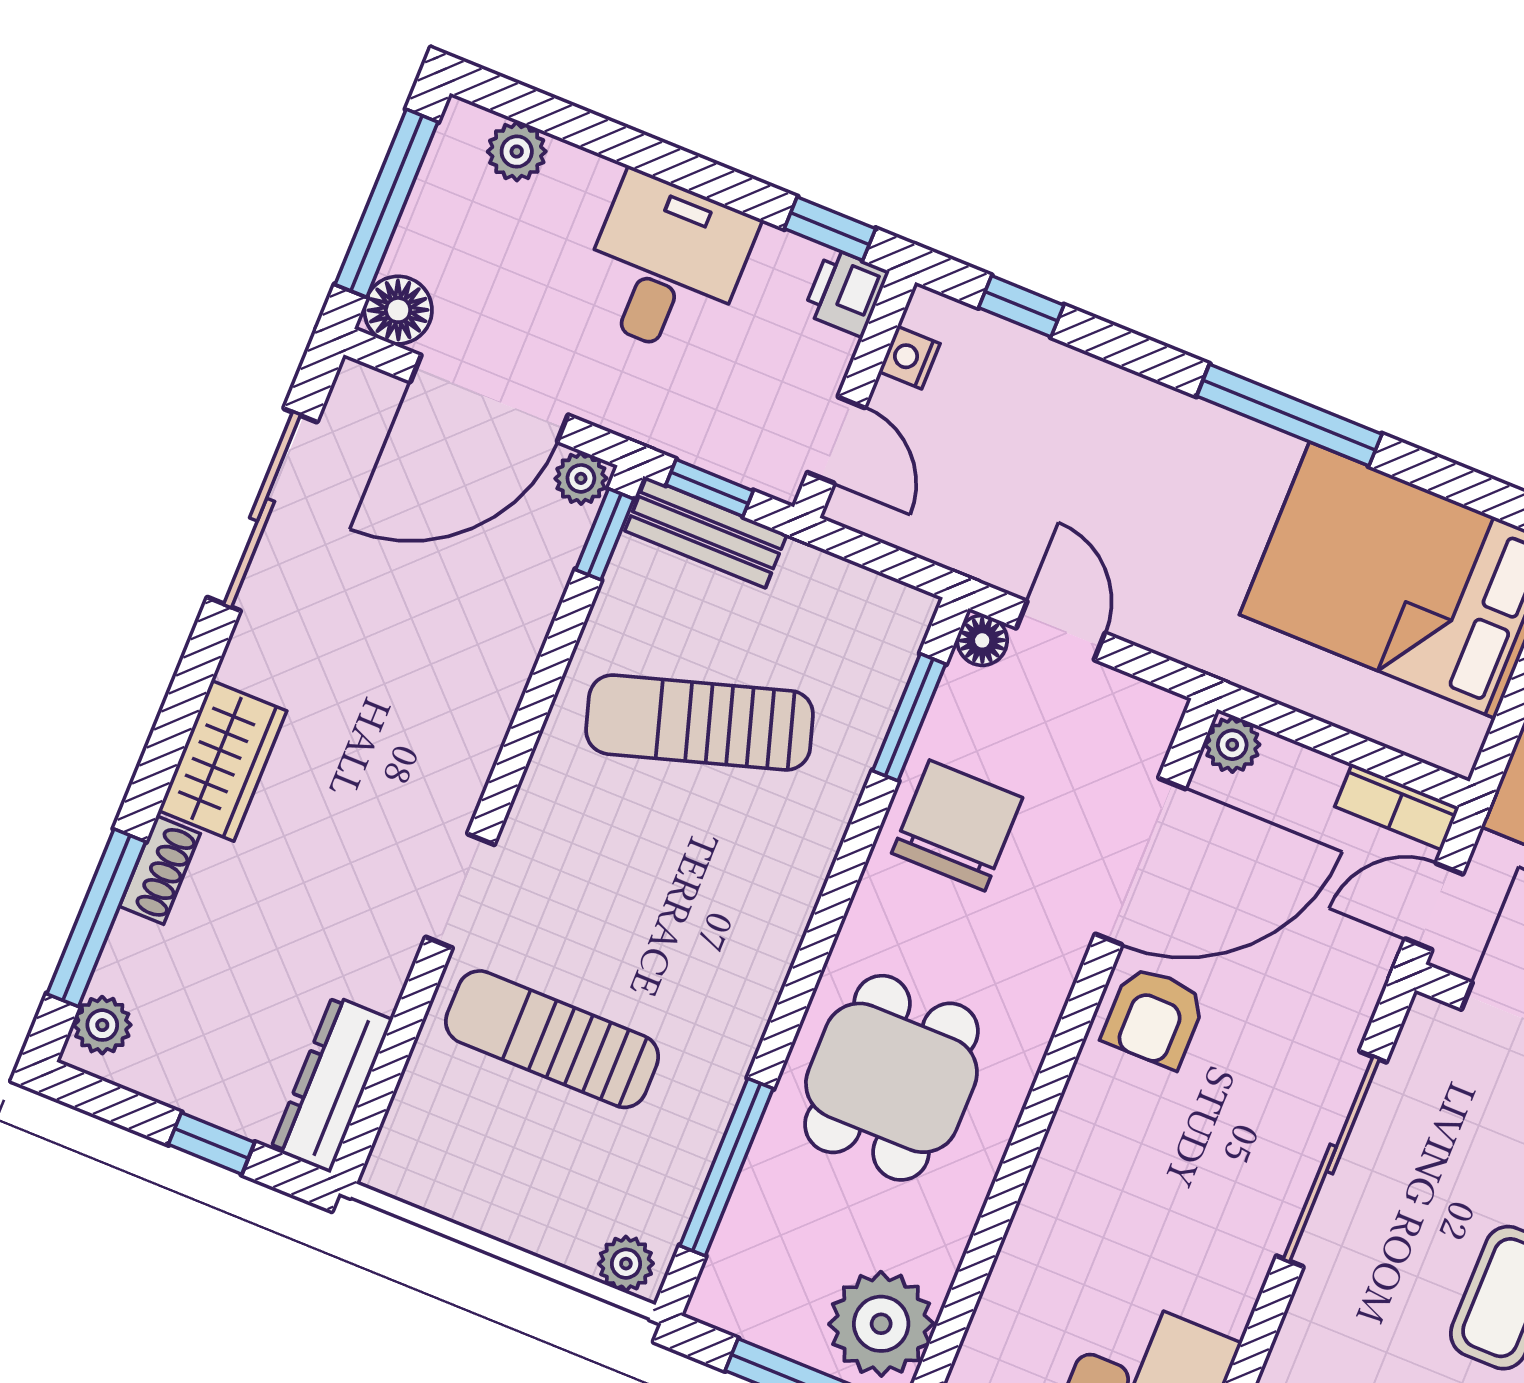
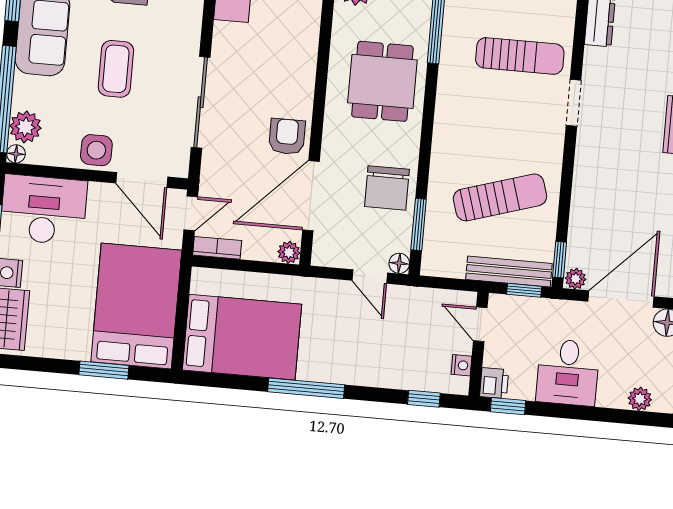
bench: (706, 533) -> (509, 271), width x1.36

